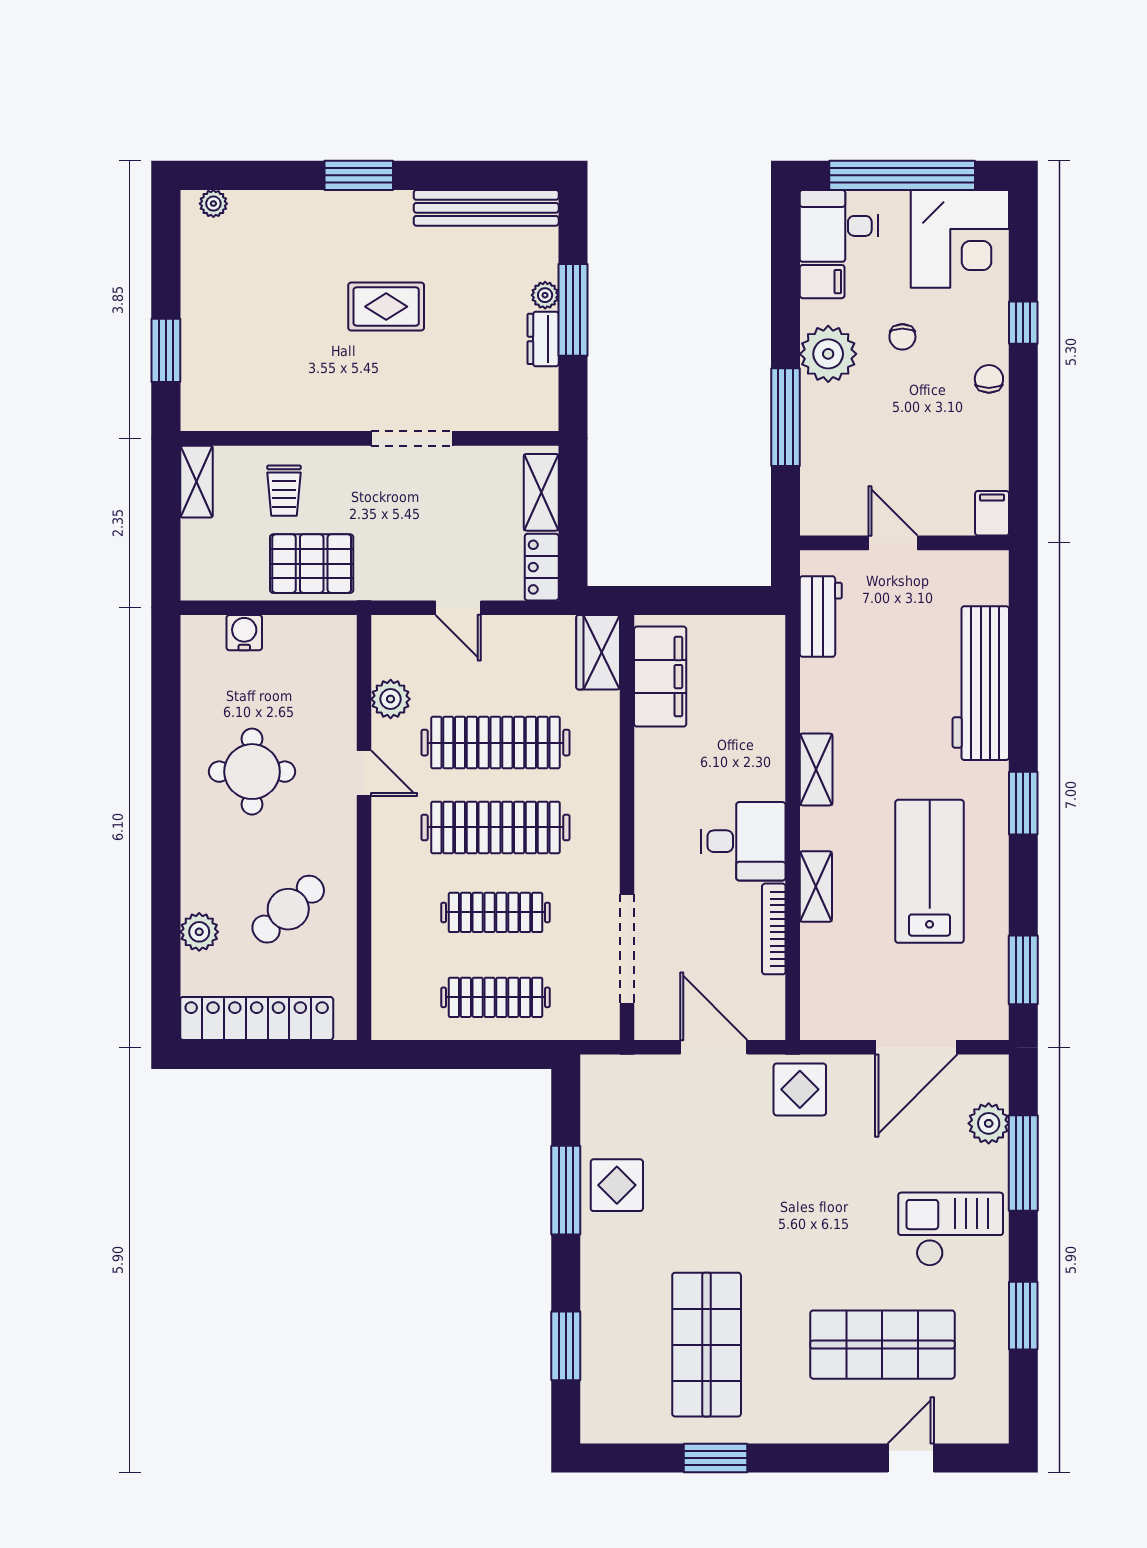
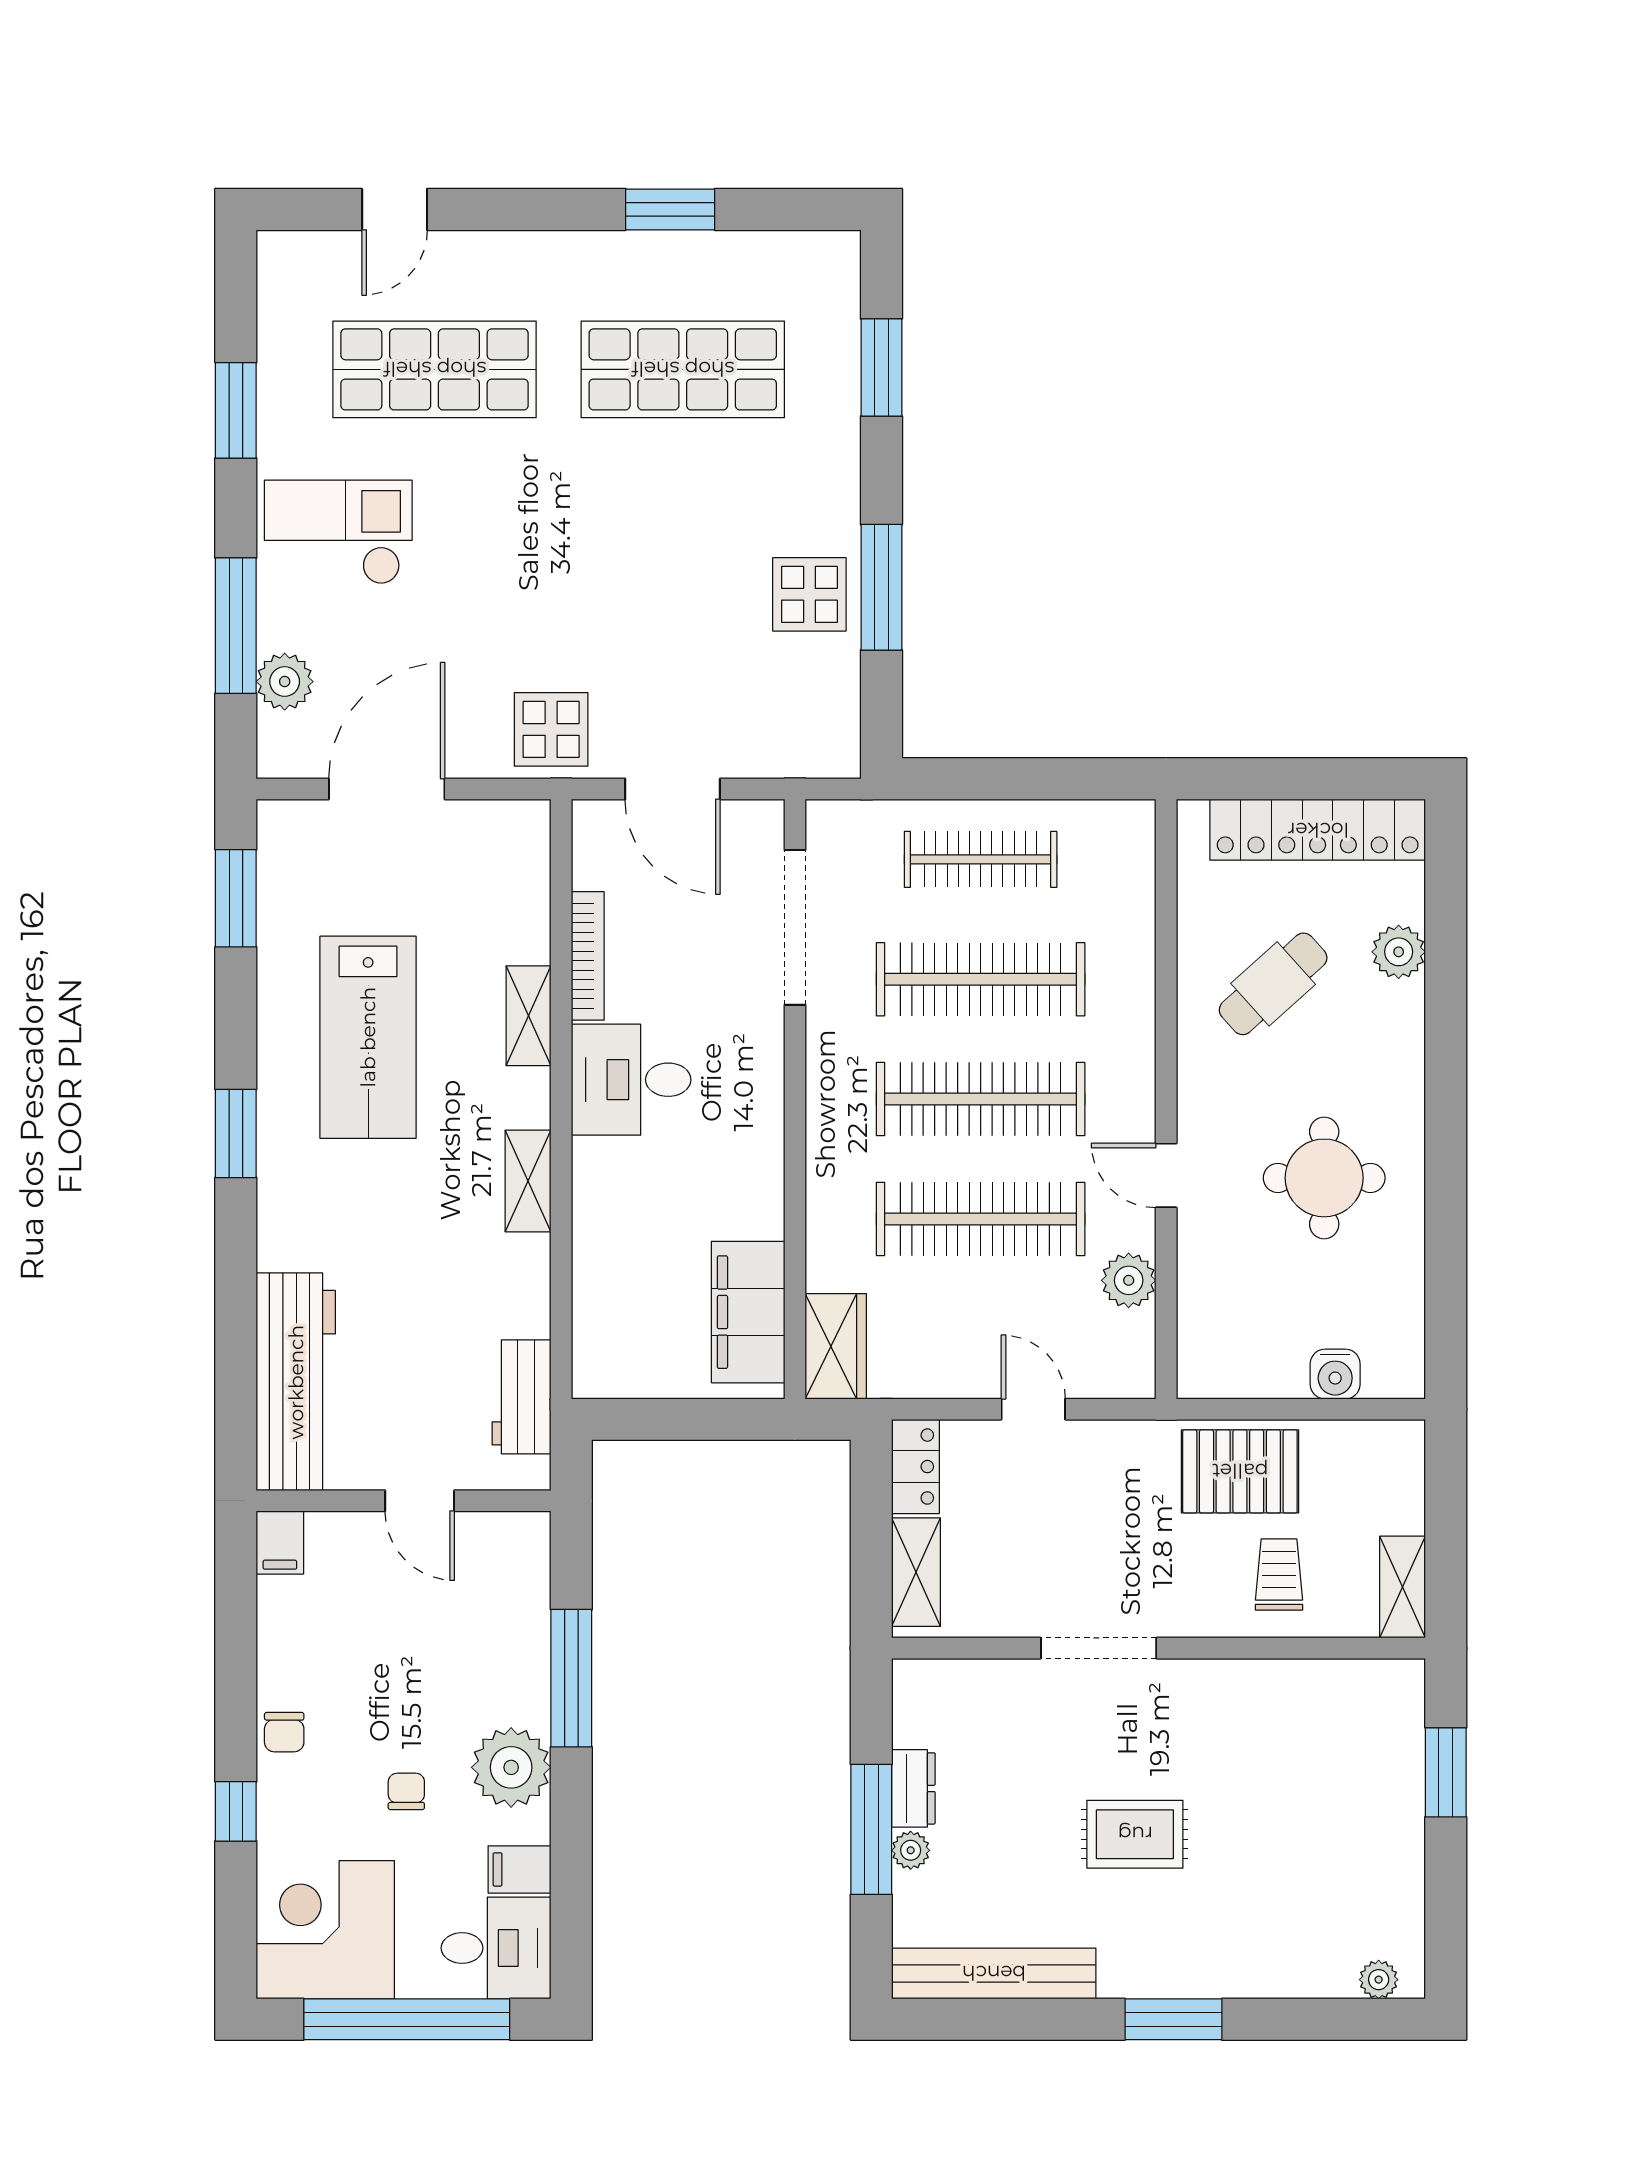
workbench: (981, 683) -> (296, 1382), moved
clothes rail: (495, 912) -> (981, 979), width x1.37, depth x1.31
checkout: (951, 1229) -> (338, 532), turned 180
shop shelf: (707, 1345) -> (683, 369), turned 90

